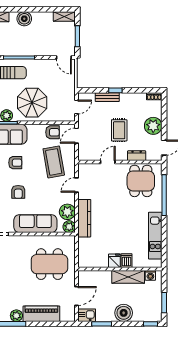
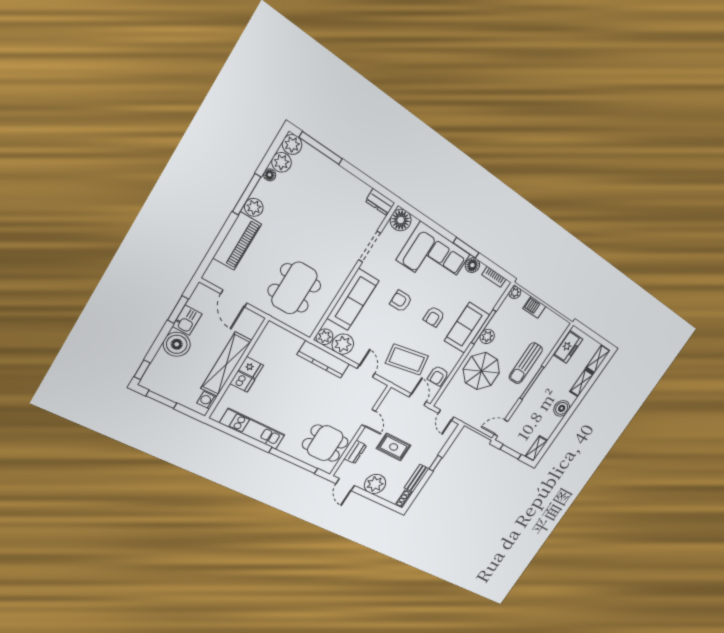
bench: (107, 97) -> (417, 478), moved
shelving: (128, 277) -> (226, 364), width x1.47
kitchen sink: (87, 315) -> (187, 320), moved

